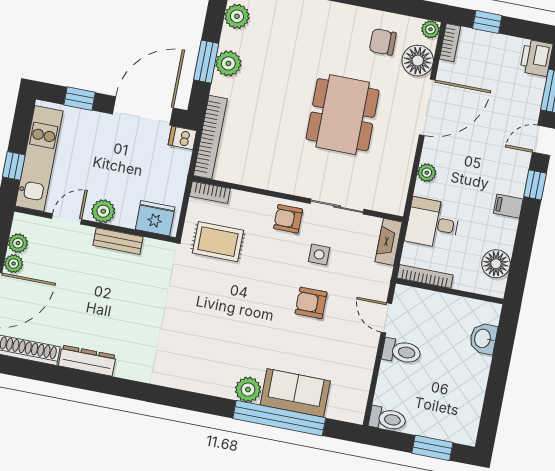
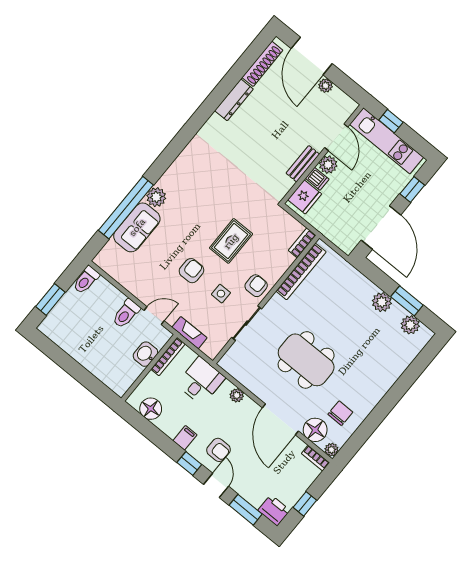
window: (487, 22) -> (305, 504), moved
window: (206, 62) -> (407, 301), moved
bookcase: (210, 137) -> (301, 271), moved, turned -90
dishwasher: (182, 138) -> (317, 179), moved, turned 90
armchair: (501, 160) -> (218, 450), added
door: (67, 219) -> (336, 137), width x1.38
rug: (218, 242) -> (231, 241), moved
fireplace: (389, 242) -> (189, 333), moved
plant: (18, 243) -> (338, 96), removed
washbasin: (483, 339) -> (145, 354), moved, turned -90

